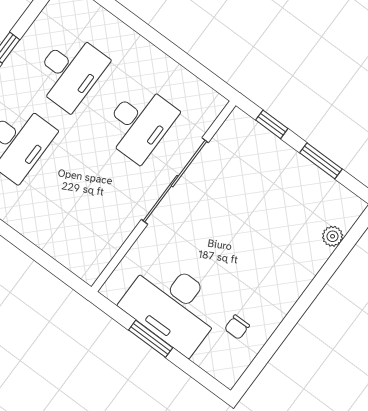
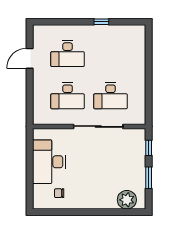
desk: (70, 72) -> (68, 96), moved
plant: (333, 236) -> (127, 200), width x1.87, depth x1.87
window: (151, 339) -> (30, 163), removed

